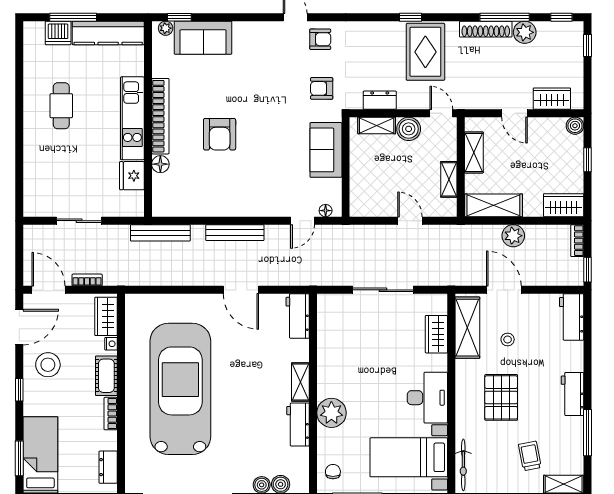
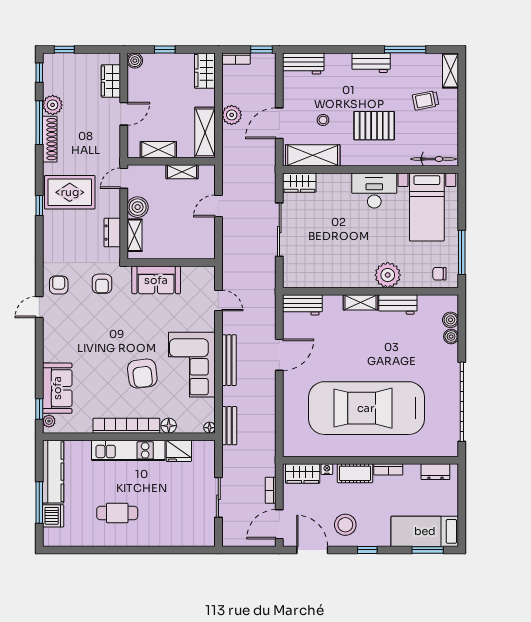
armchair: (220, 134) -> (142, 374), turned 83
corner sofa: (230, 191) -> (192, 365), added
floor lamp: (326, 211) -> (209, 428), moved
bench: (160, 233) -> (229, 426), width x0.73
wardrobe: (436, 334) -> (299, 183), moved

